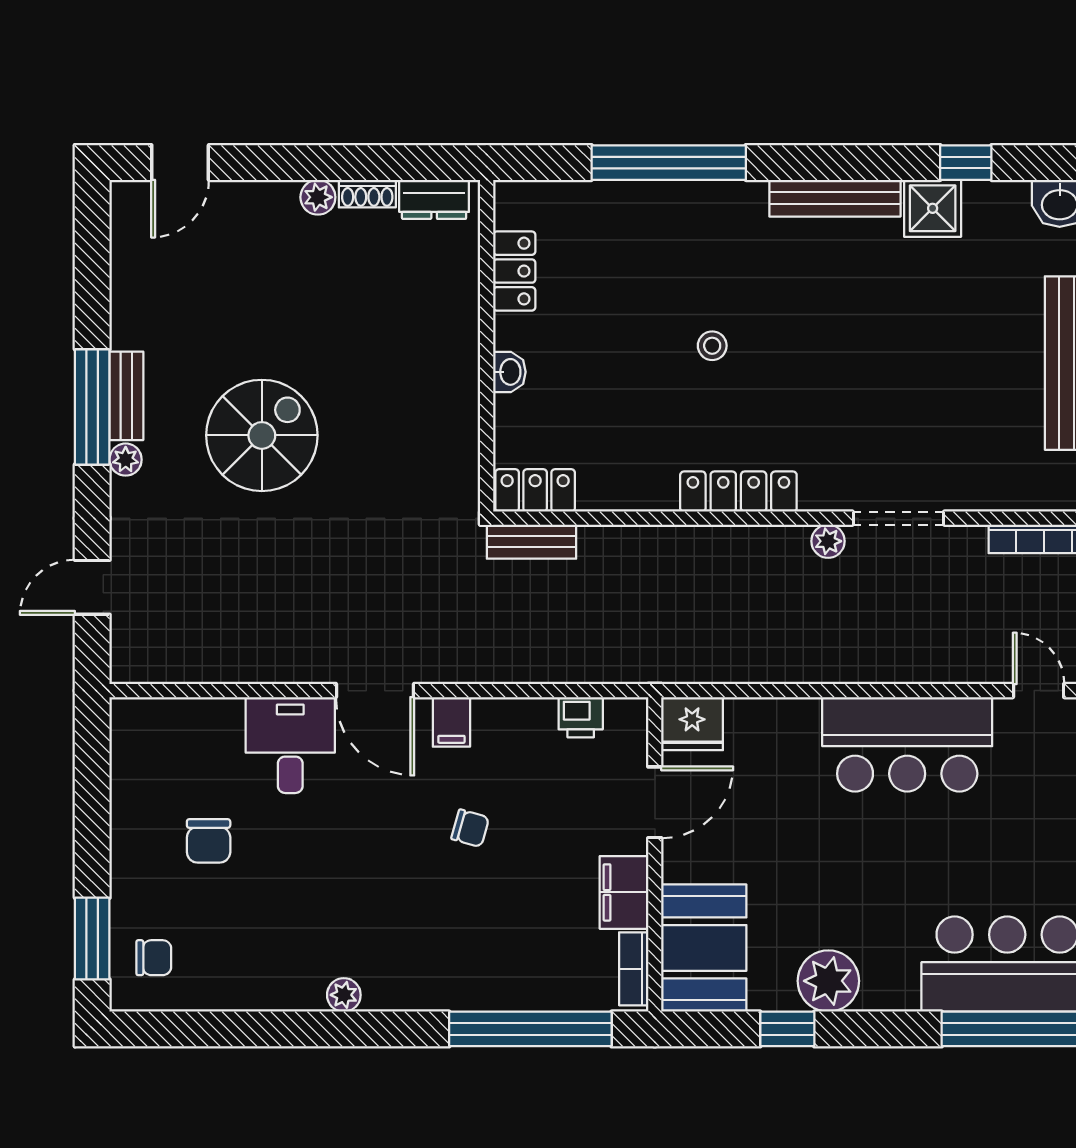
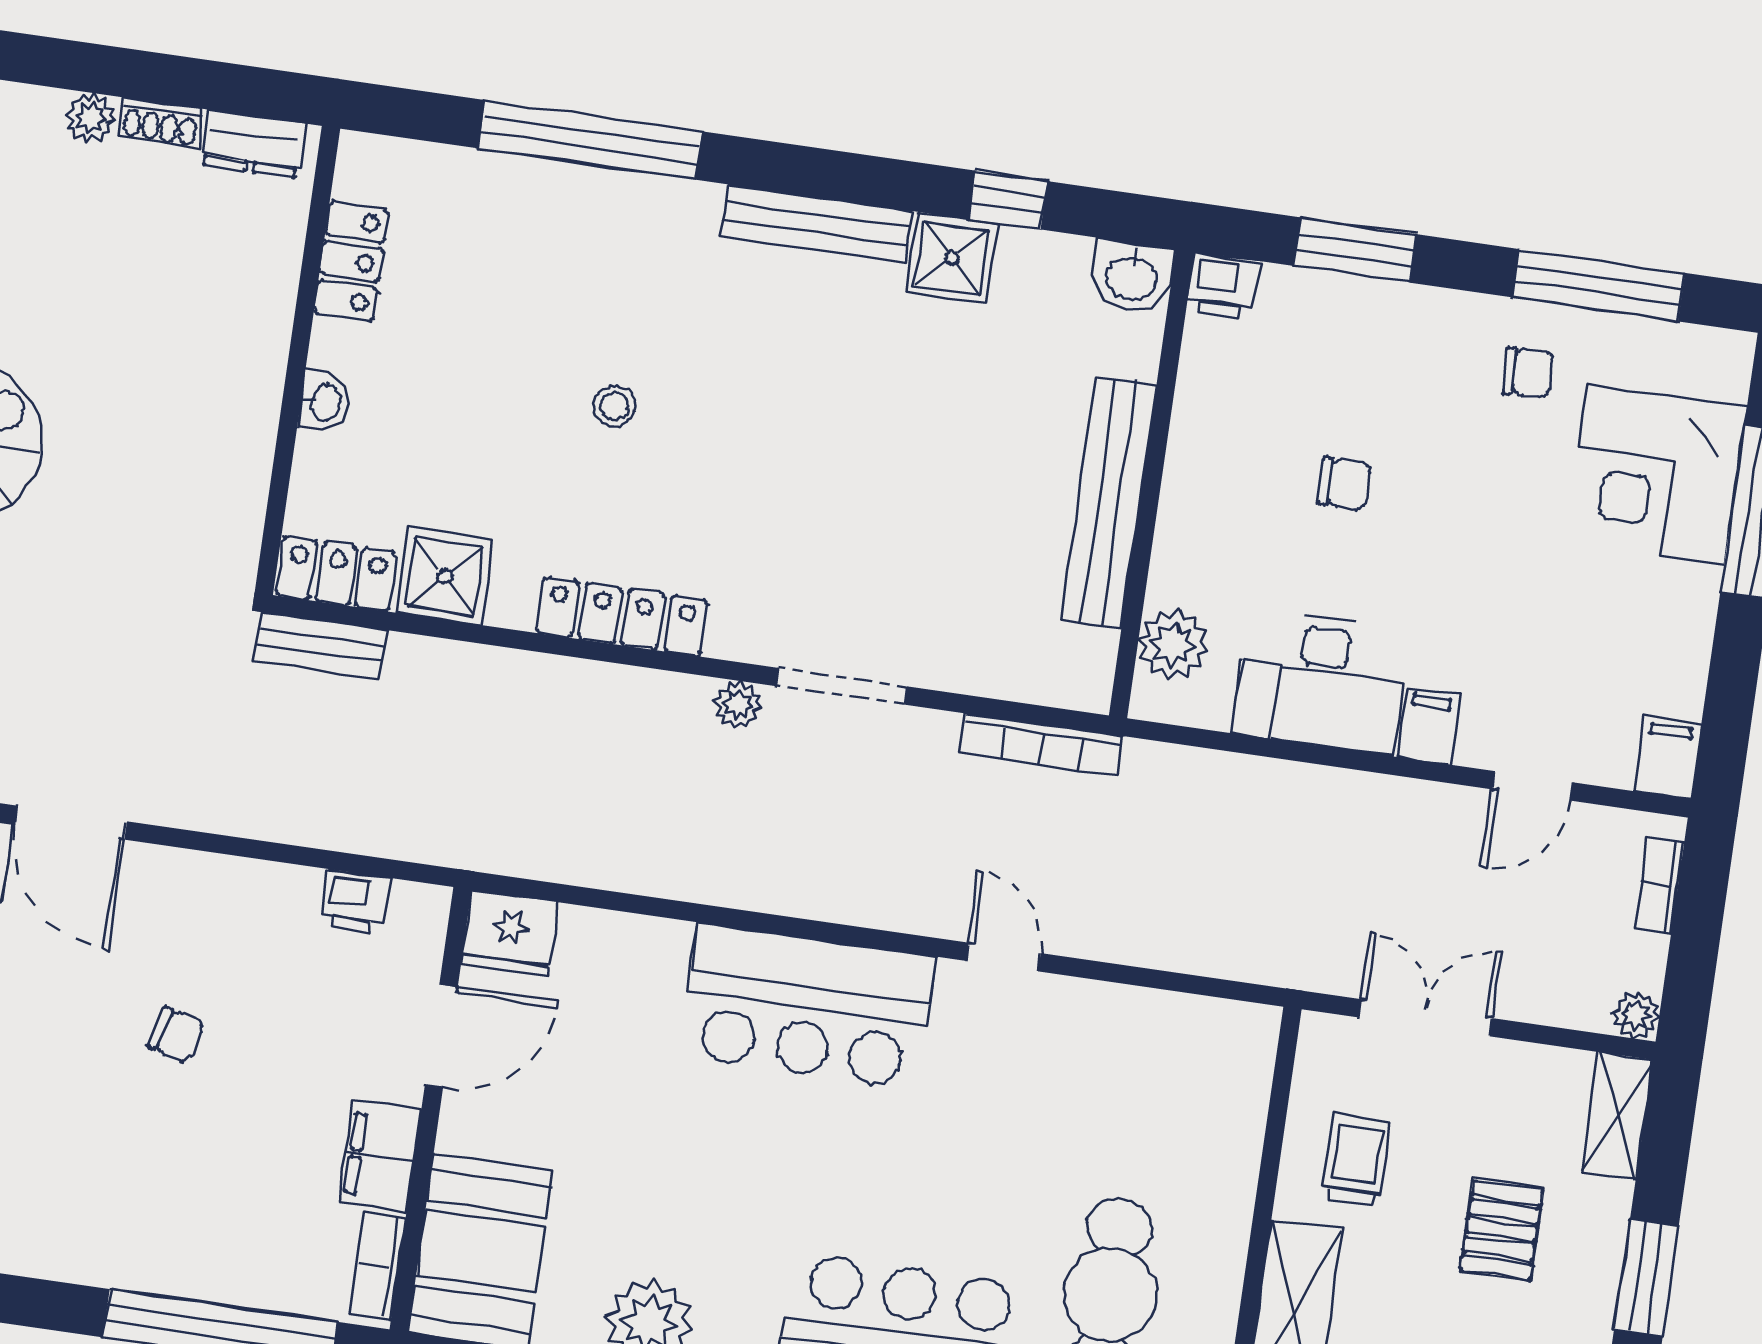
shower: (611, 481) -> (445, 576), added
filing cabinet: (451, 722) -> (172, 882), removed

